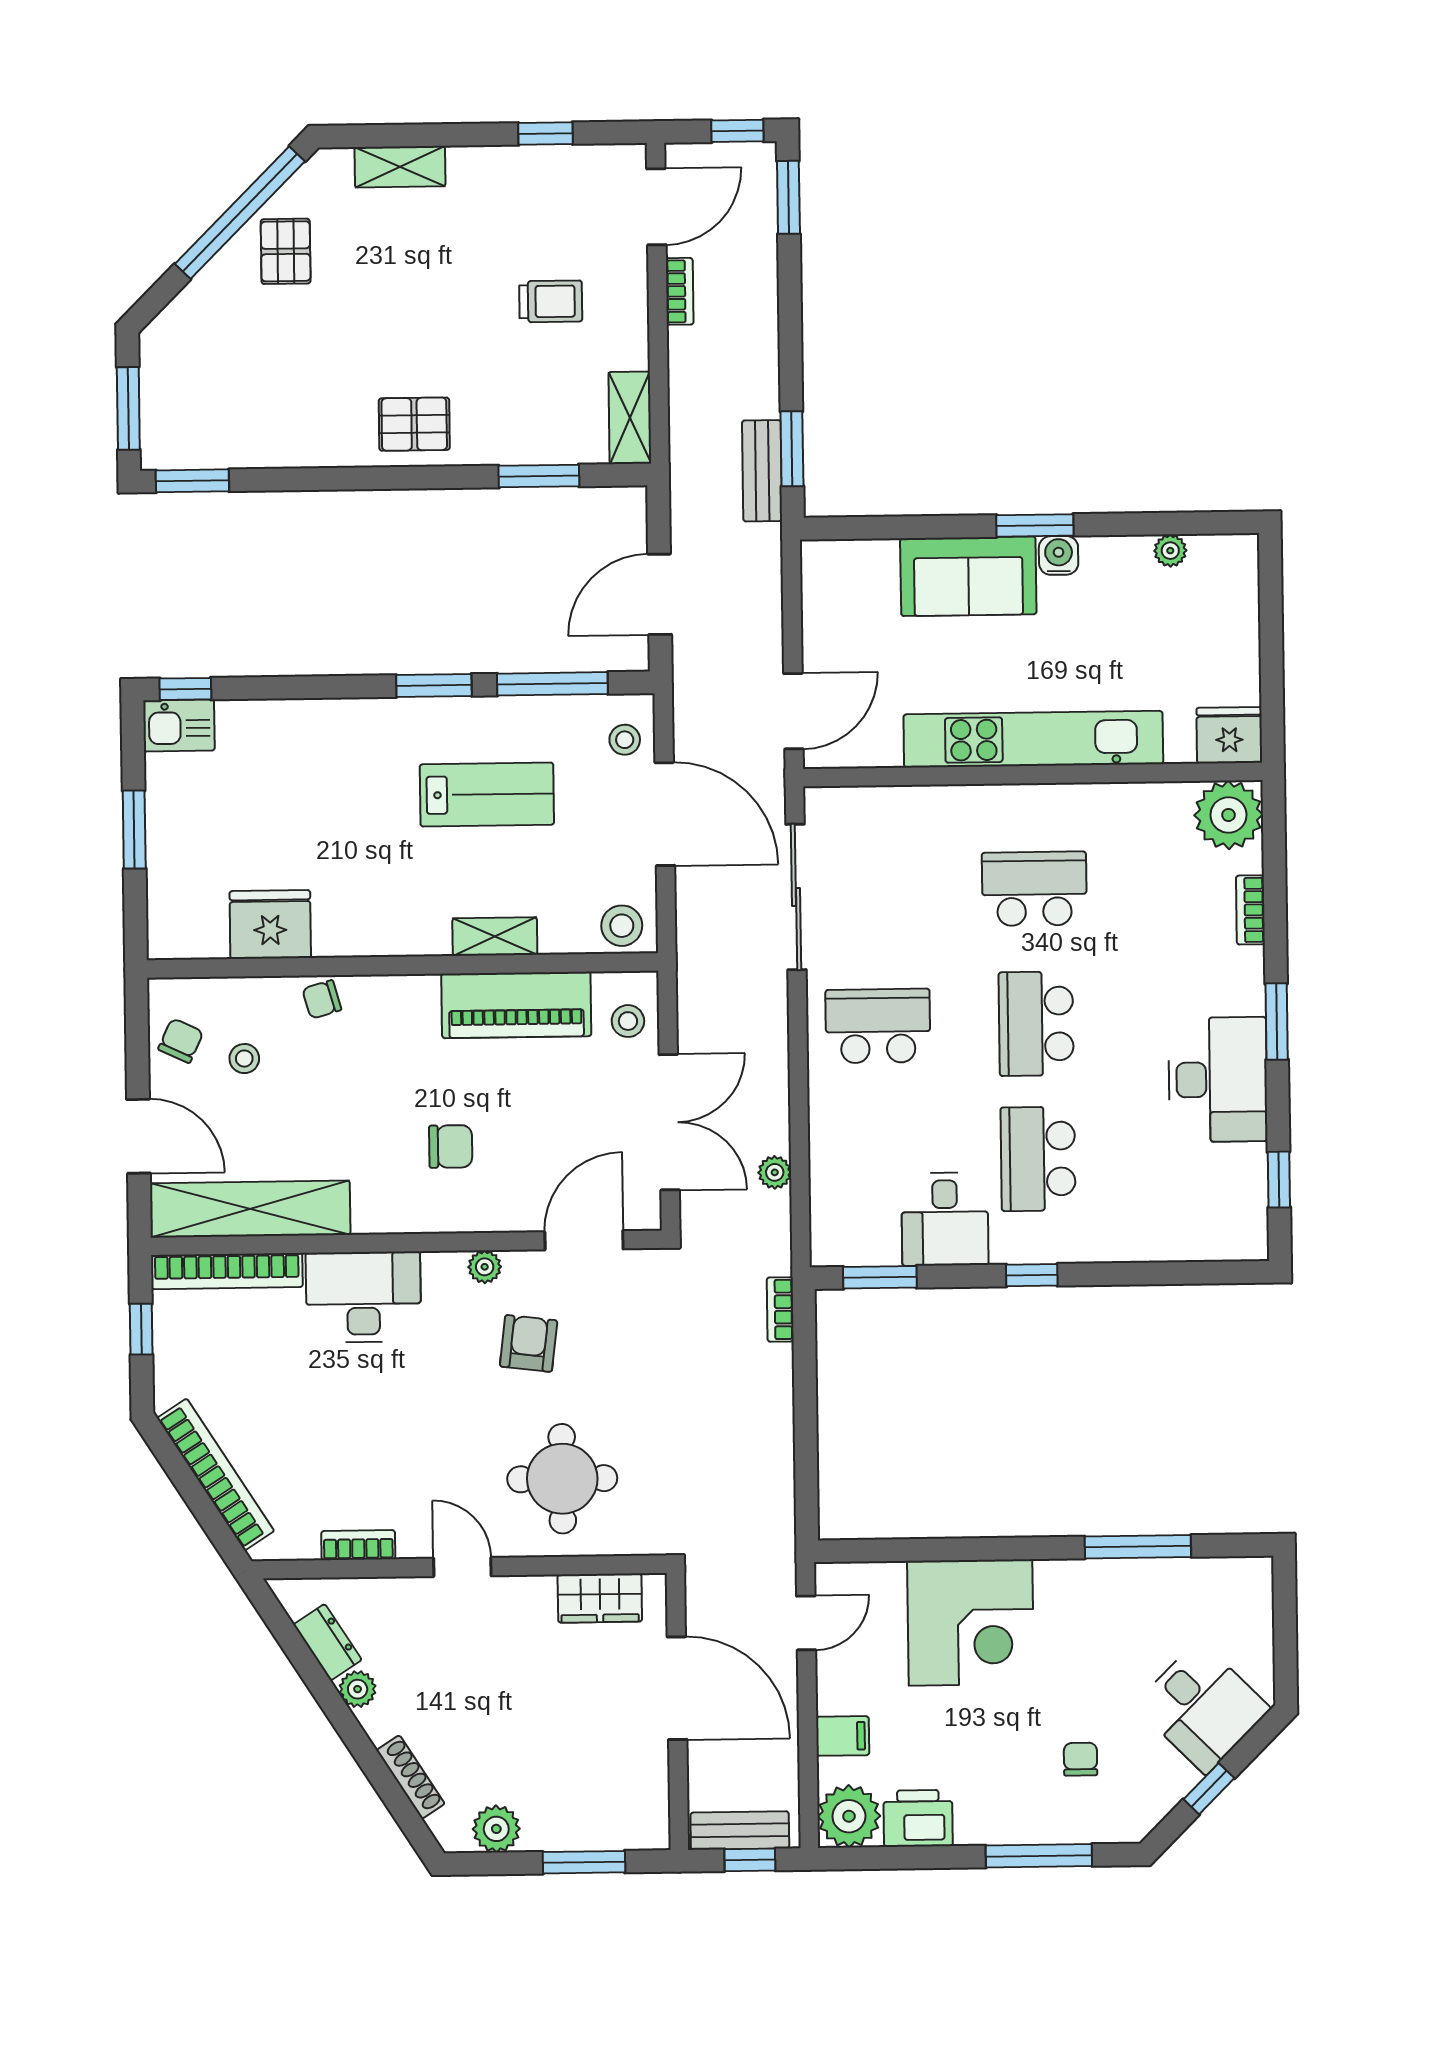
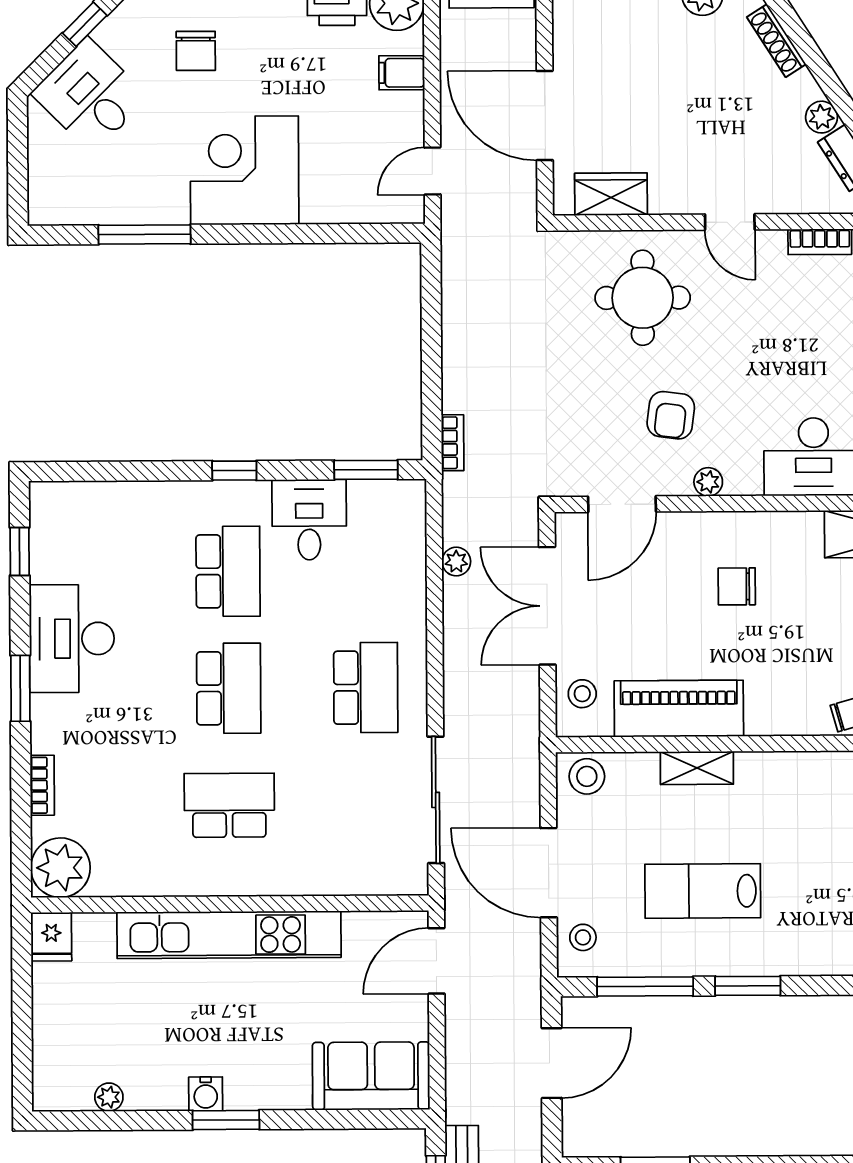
sofa: (968, 576) -> (371, 1076), moved
fridge: (1229, 735) -> (51, 937), width x0.72
school desk: (1034, 889) -> (229, 805), turned 180
school desk: (878, 1026) -> (366, 688), turned -90
corner desk: (970, 1622) -> (244, 170), moved
chair: (1081, 1759) -> (196, 51), width x1.37, depth x1.37

